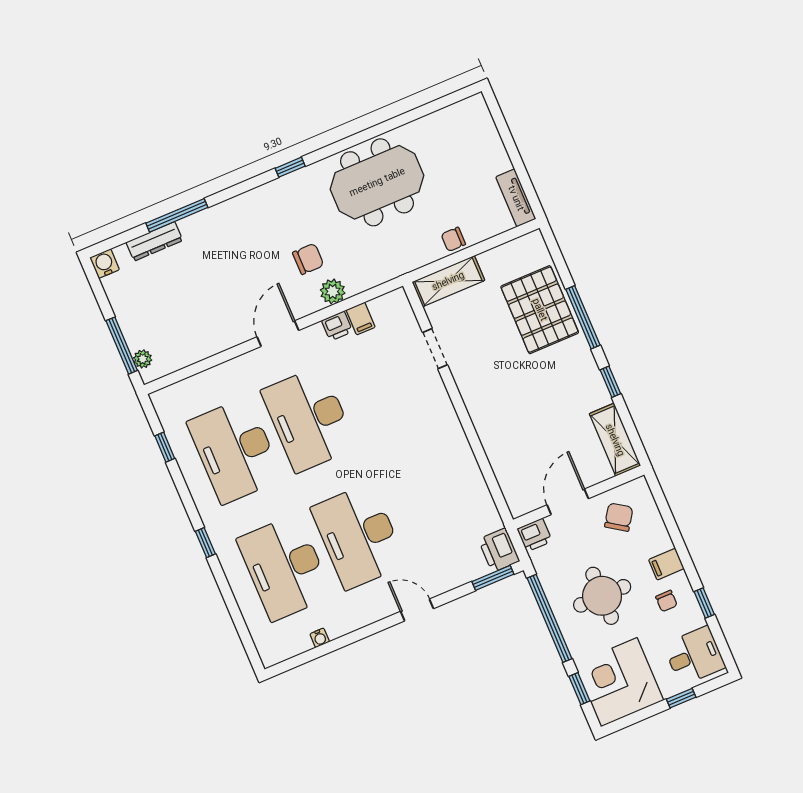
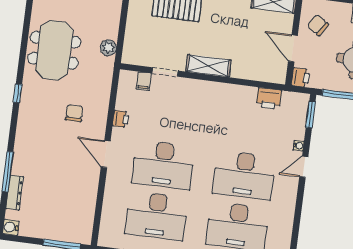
chair: (453, 239) -> (111, 26), removed
shelving: (448, 281) -> (208, 66), moved, turned 90
plant: (333, 291) -> (108, 48), moved
filing cabinet: (361, 319) -> (144, 81), moved, turned 90
plant: (143, 359) -> (76, 237), removed
printer: (499, 550) -> (269, 98), moved
water cooler: (320, 638) -> (299, 146), moved

